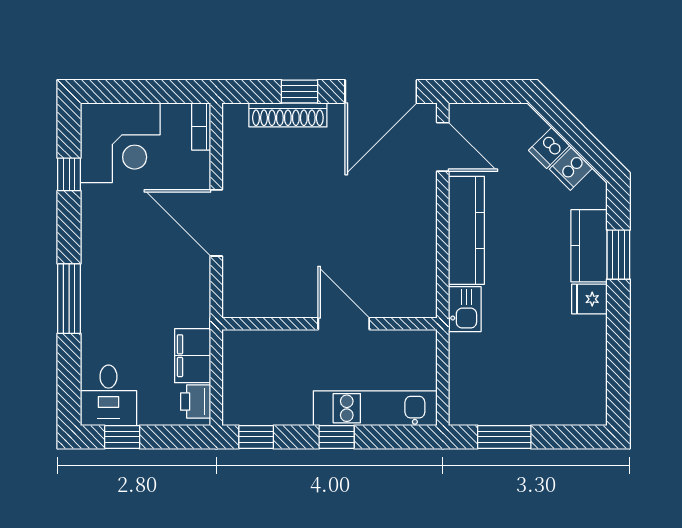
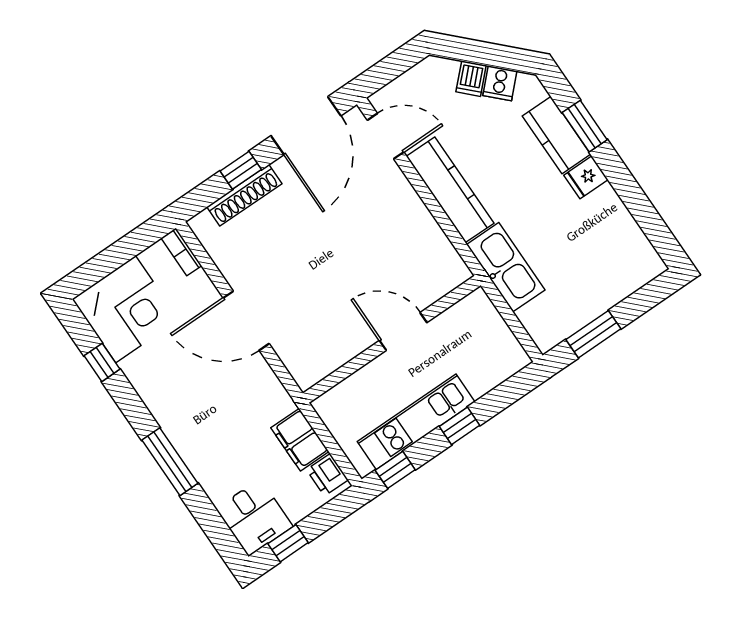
kitchen sink: (465, 309) -> (506, 267), width x1.87, depth x1.24
kitchen unit: (375, 408) -> (416, 422), moved

